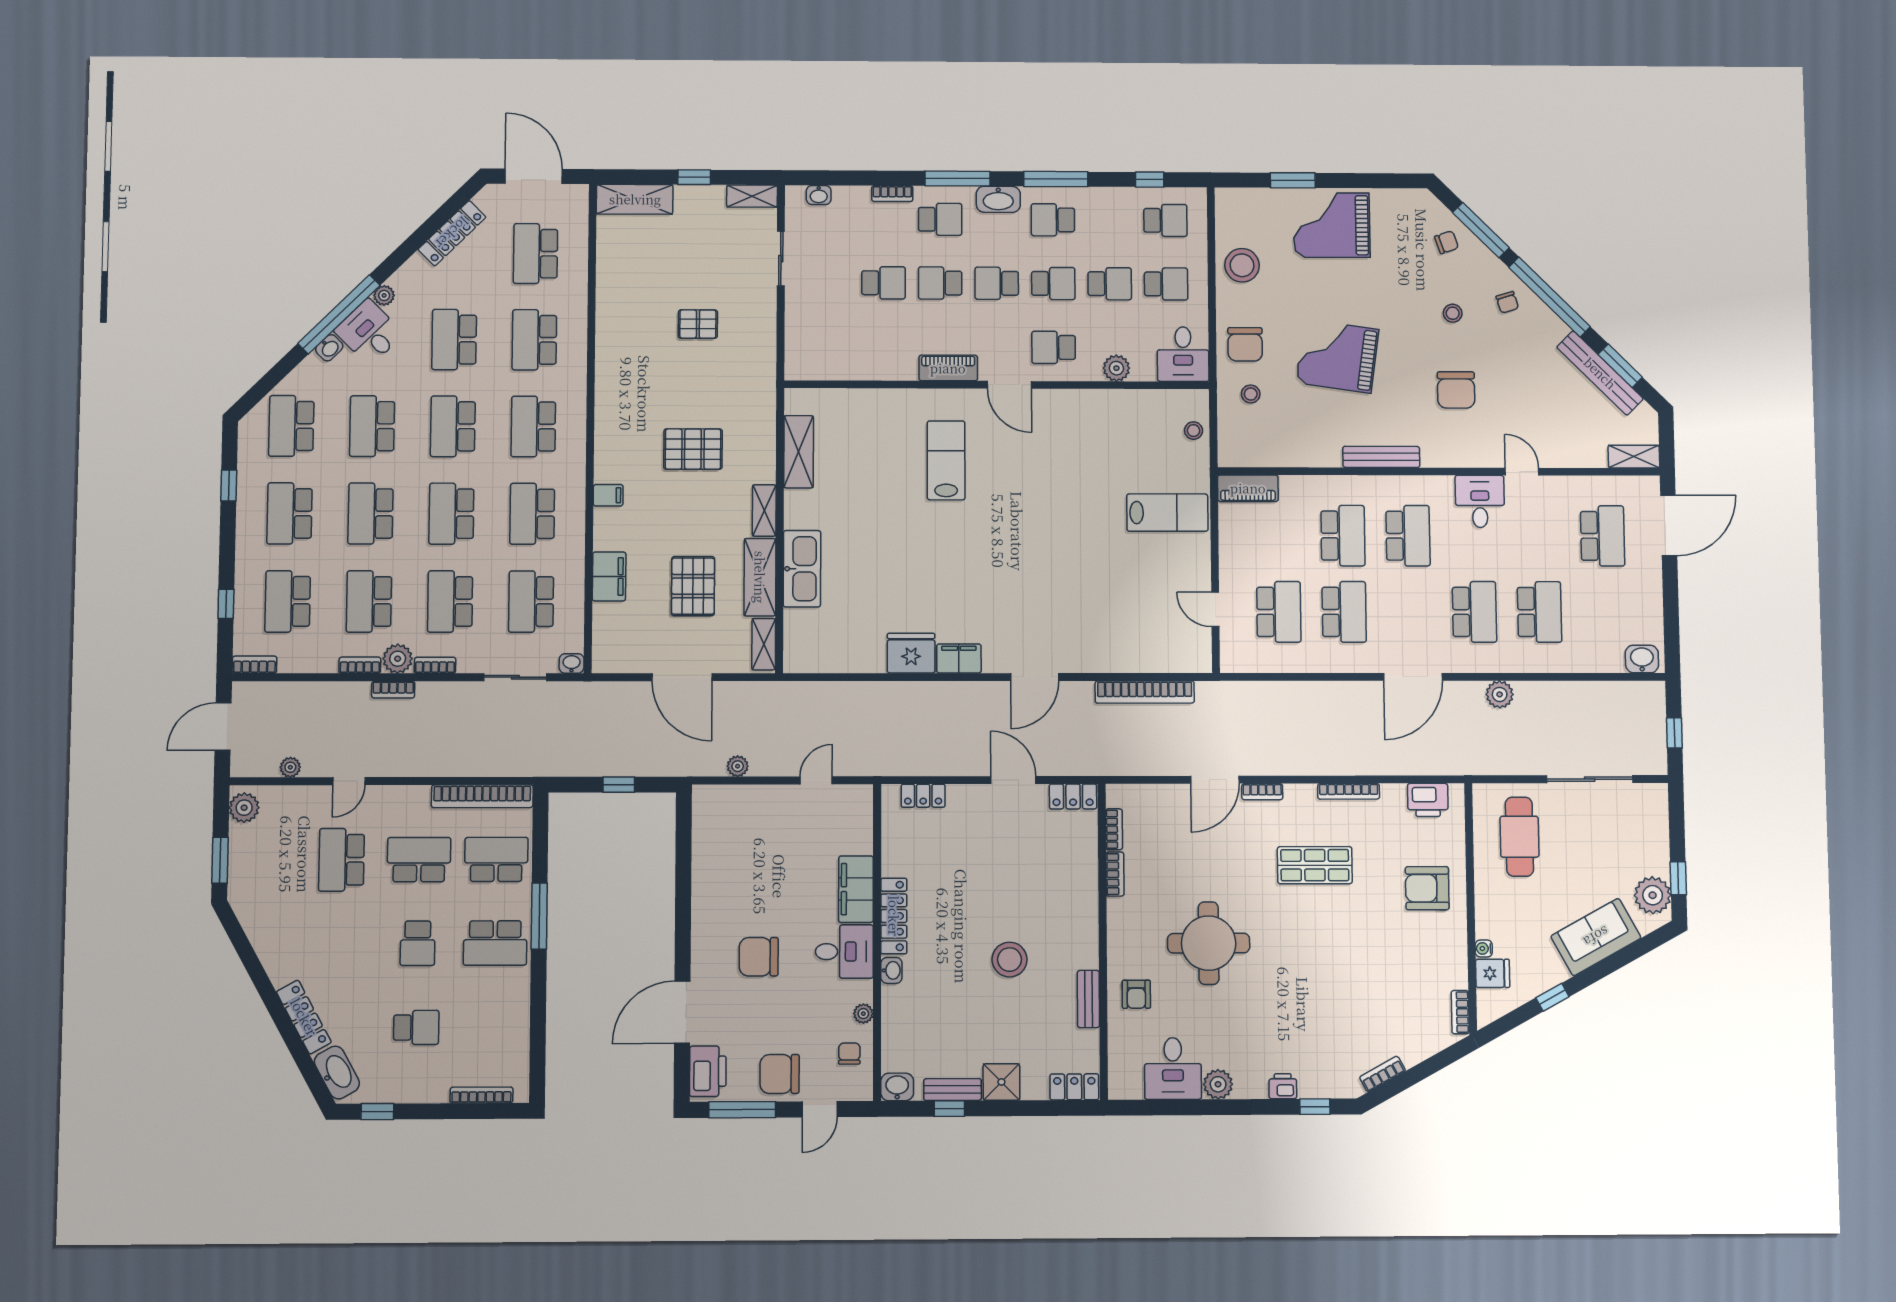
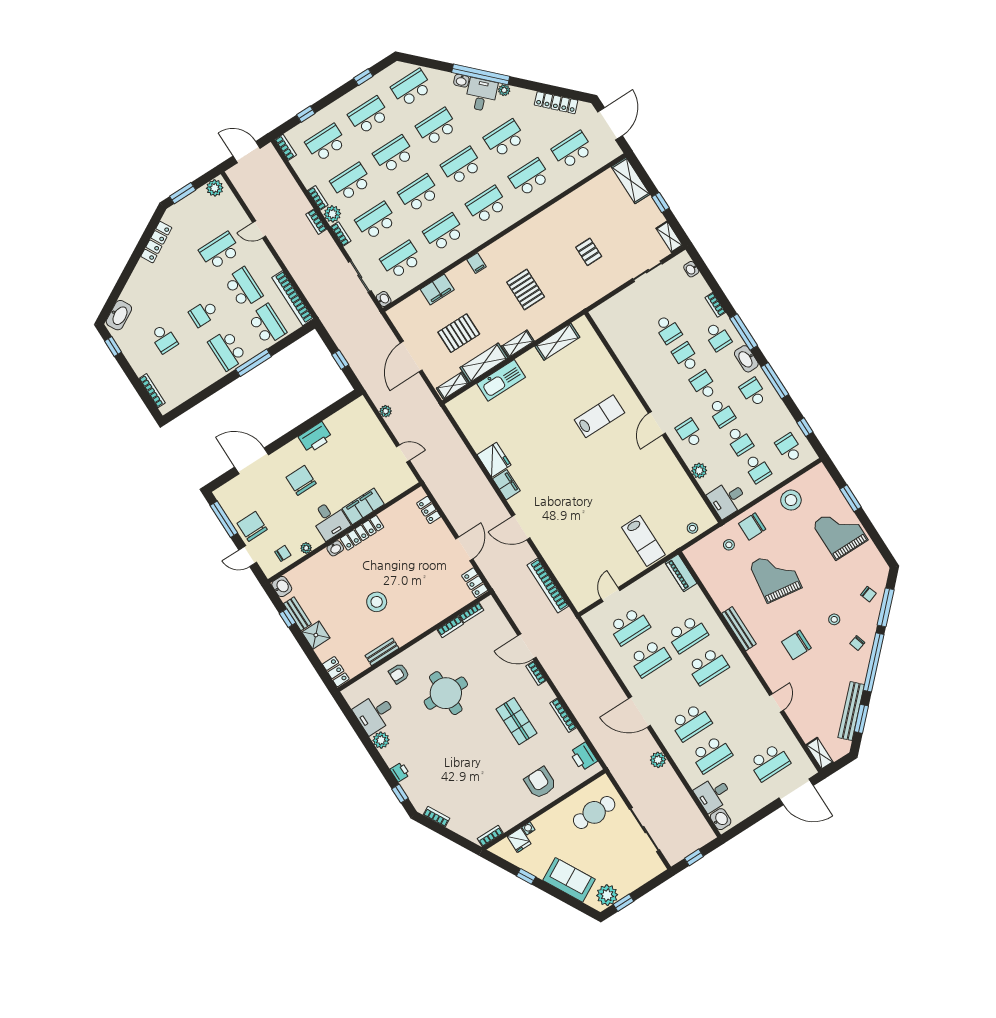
school desk: (1165, 220) -> (789, 448), turned 180
piano: (948, 368) -> (646, 388), removed
desk: (1480, 501) -> (713, 794), moved, turned 180
plant: (290, 767) -> (248, 197), removed
locker: (304, 1017) -> (156, 242), moved
printer: (708, 1071) -> (315, 437), moved

